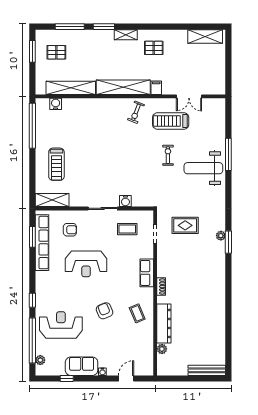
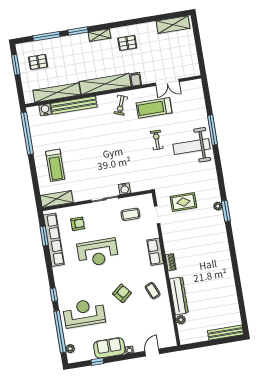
bench: (87, 104) -> (74, 105), added
armchair: (105, 311) -> (122, 293), turned 73

